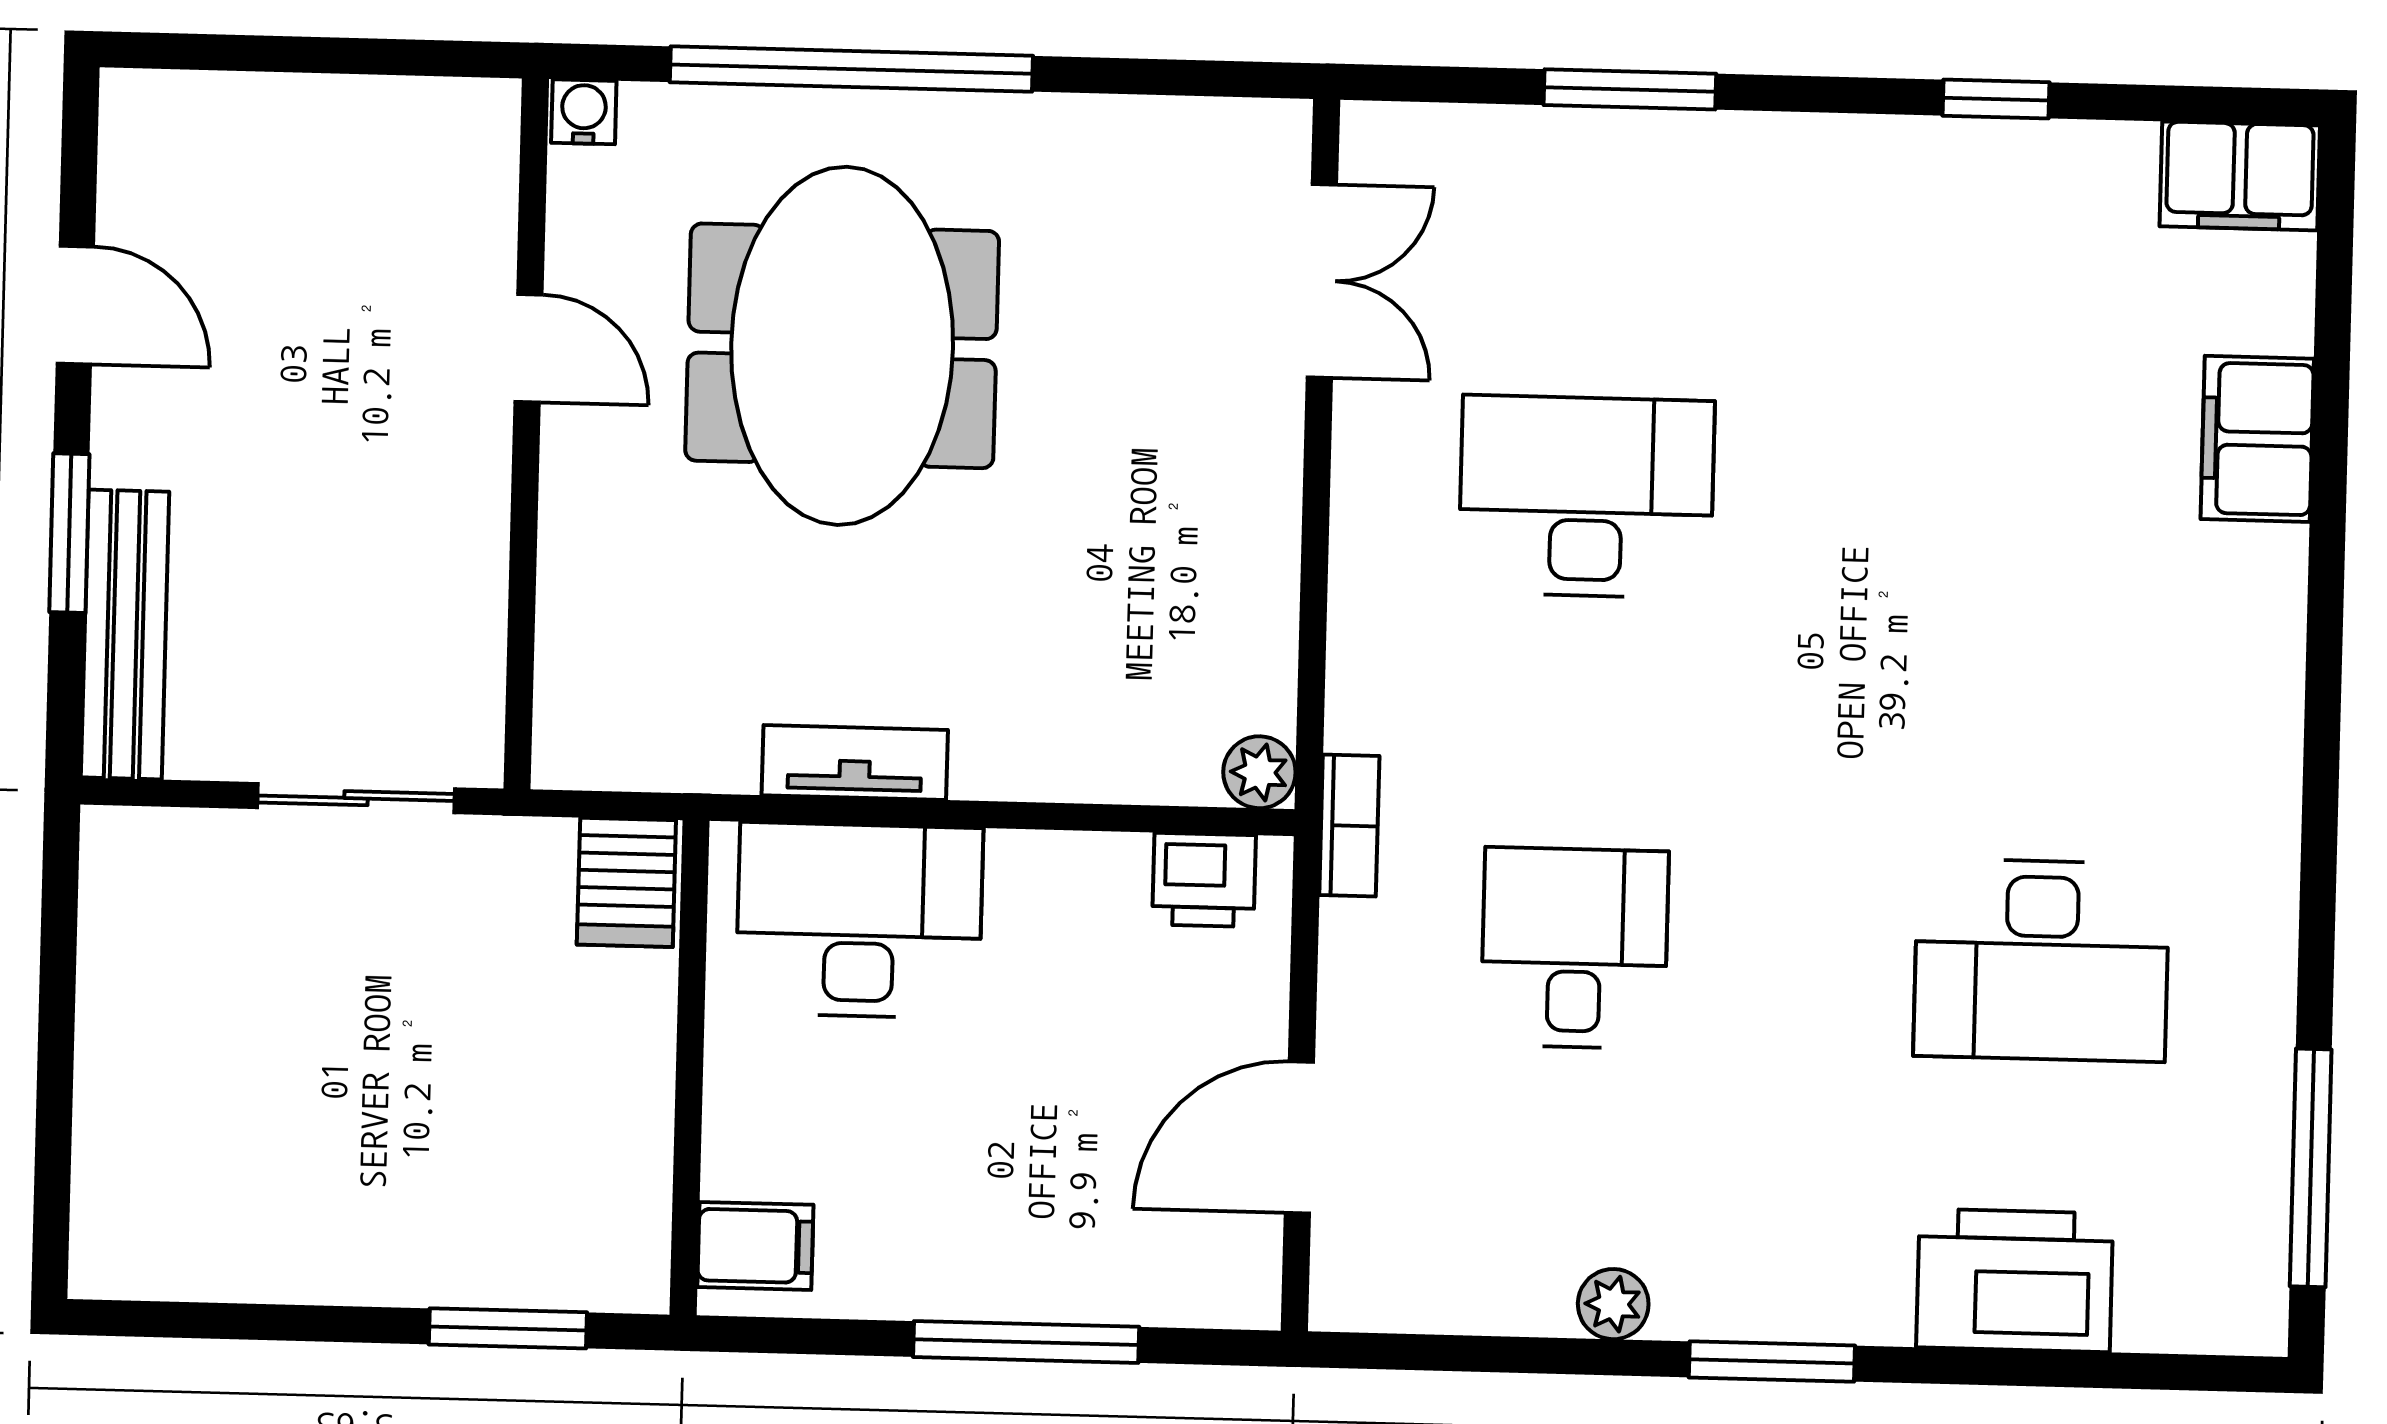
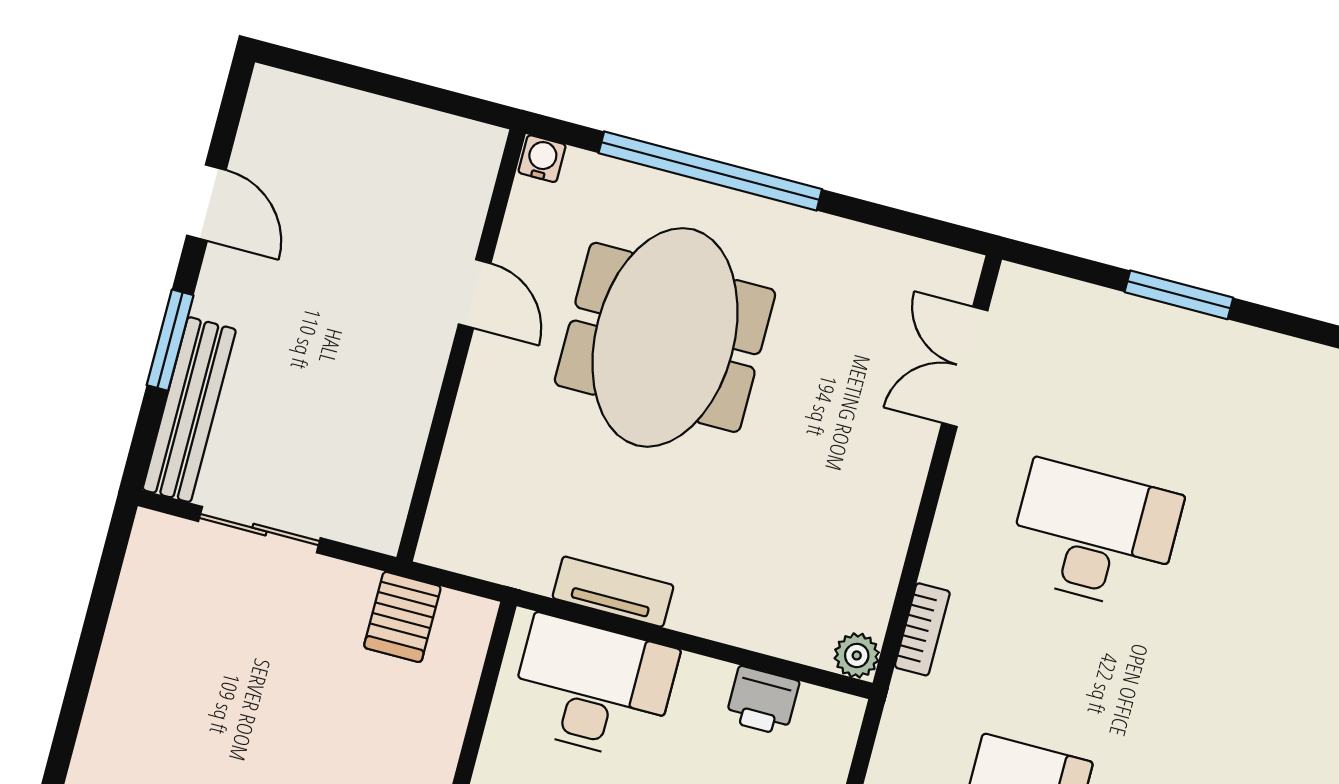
double door: (1322, 281) -> (965, 367), swing flipped
sliding door: (356, 798) -> (259, 530), moved
bookcase: (1349, 826) -> (922, 629), moved
printer: (1204, 880) -> (762, 701), moved
server rack: (626, 882) -> (402, 617), moved

